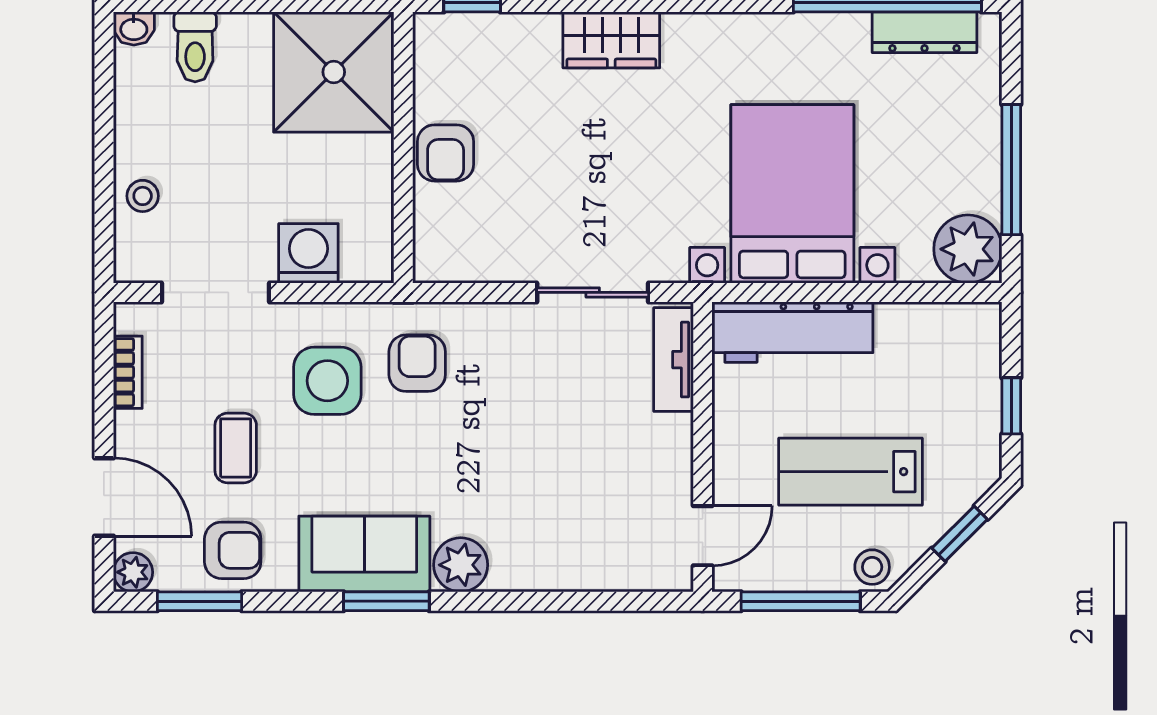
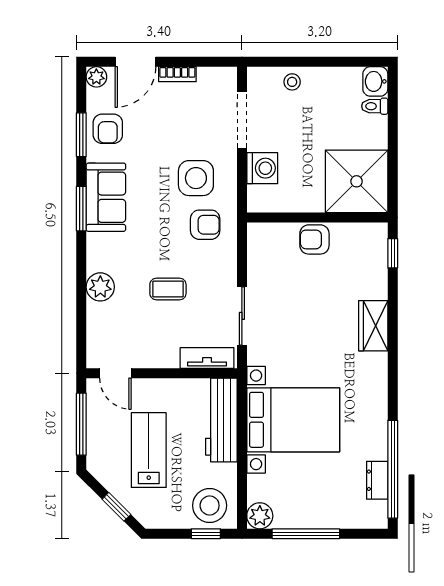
washbasin: (134, 28) -> (375, 81), width x1.38, depth x1.45
dresser: (925, 32) -> (377, 480), width x0.70
toilet: (195, 47) -> (375, 106), width x0.73, depth x0.72
plant: (968, 249) -> (260, 516), width x0.73, depth x0.73
bookcase: (128, 372) -> (177, 74), moved
window: (1011, 406) -> (206, 534), moved
coffee table: (236, 448) -> (168, 289), moved
plant: (461, 565) -> (100, 287), moved
stool: (872, 567) -> (210, 506), moved, width x1.89, depth x1.89
window: (200, 601) -> (81, 135), moved

